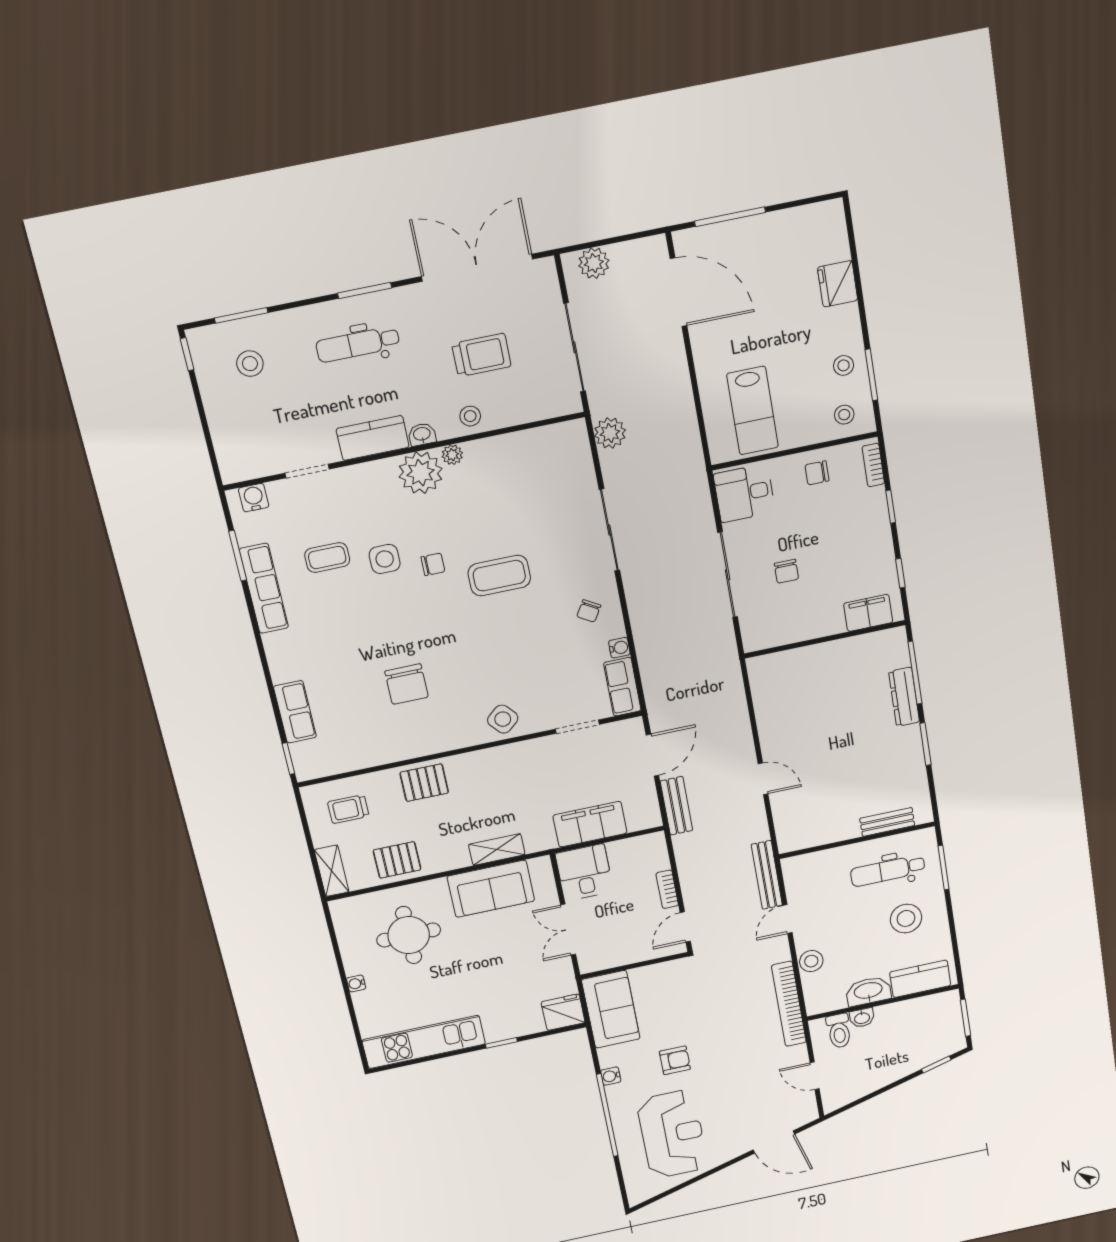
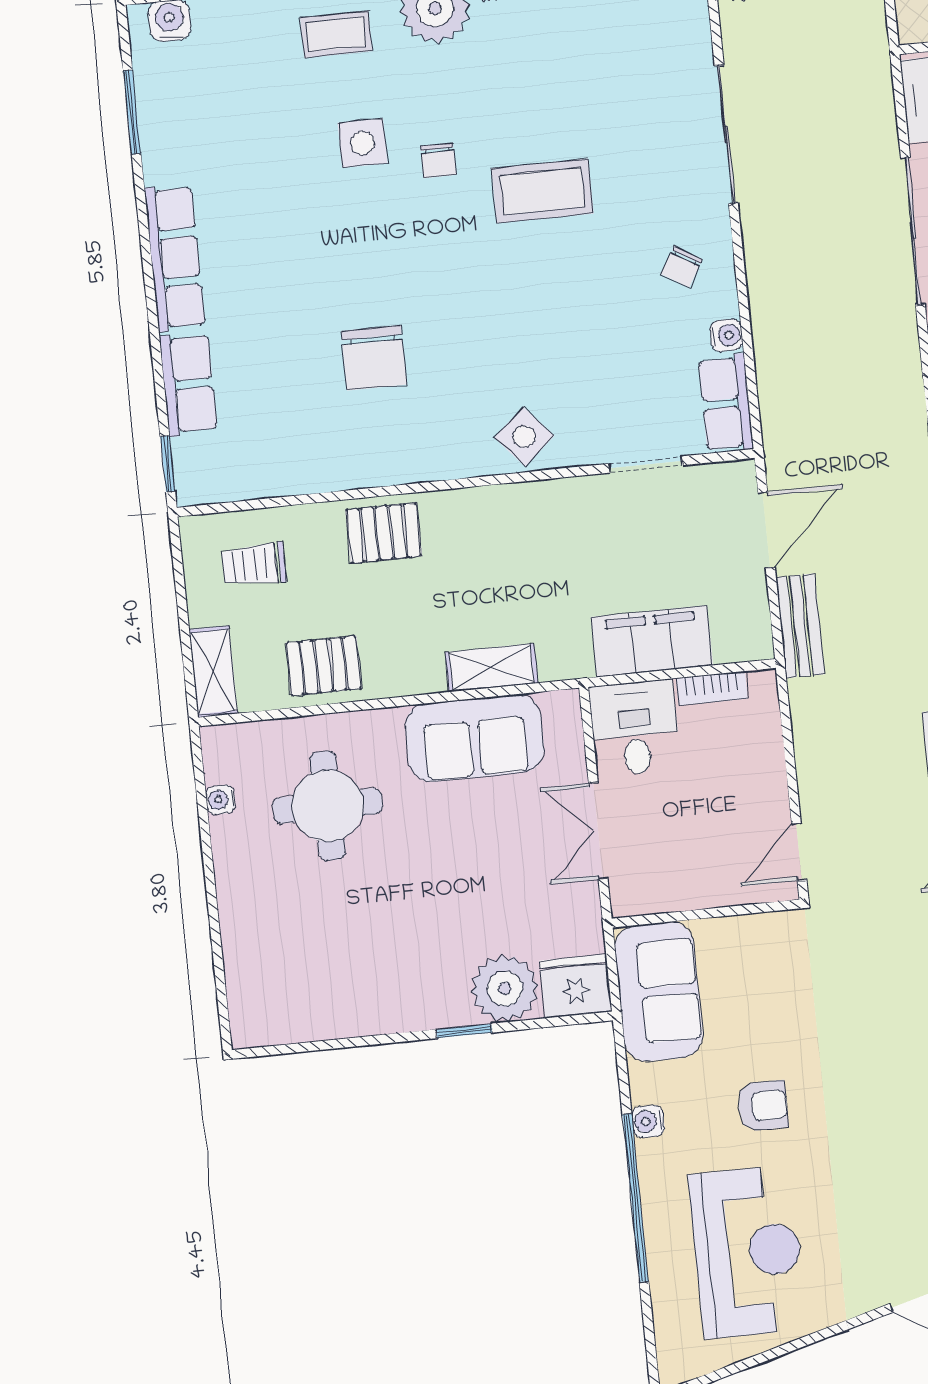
coffee table: (327, 558) -> (336, 34), moved
chair: (433, 564) -> (438, 160), turned 90
row of seats: (264, 588) -> (175, 258), moved
bookcase: (667, 889) -> (712, 688), moved, turned -90
water cooler: (356, 983) -> (220, 800), moved
plant: (523, 1018) -> (505, 988), added
kitchen unit: (424, 1042) -> (331, 1011), removed

